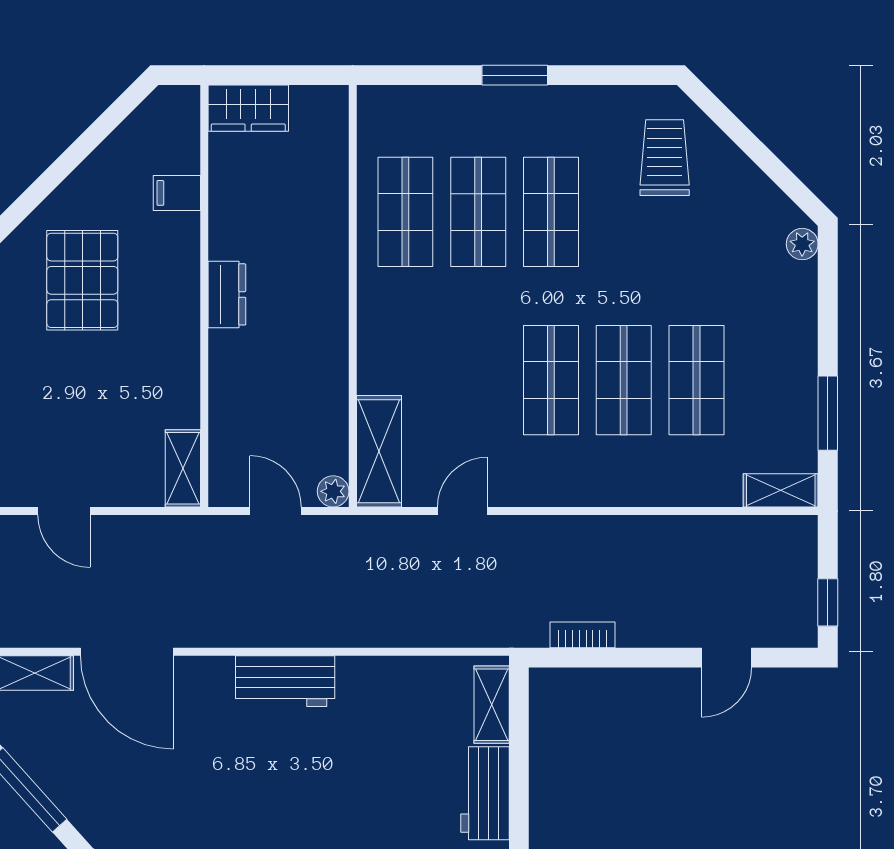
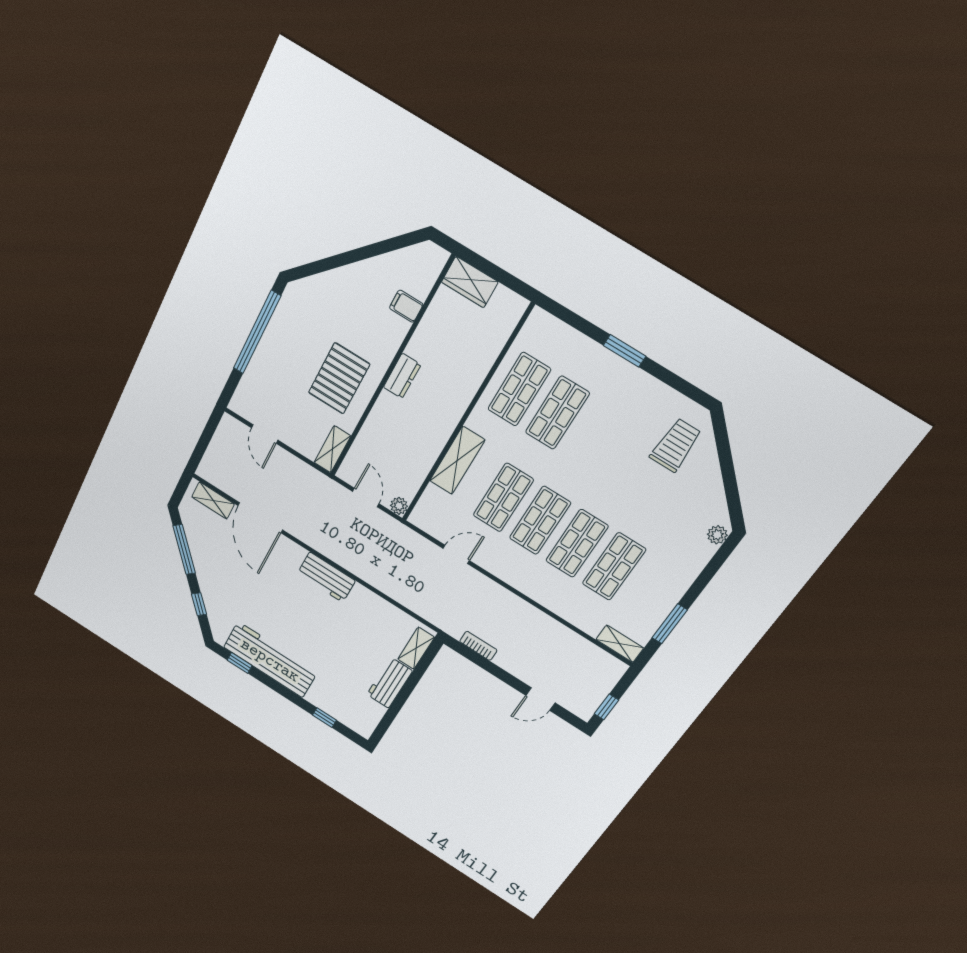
shop shelf: (551, 212) -> (503, 498), moved
pallet: (82, 280) -> (339, 378), moved
shelving: (379, 451) -> (457, 460), moved

